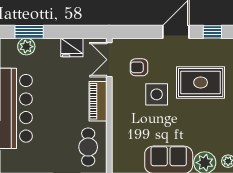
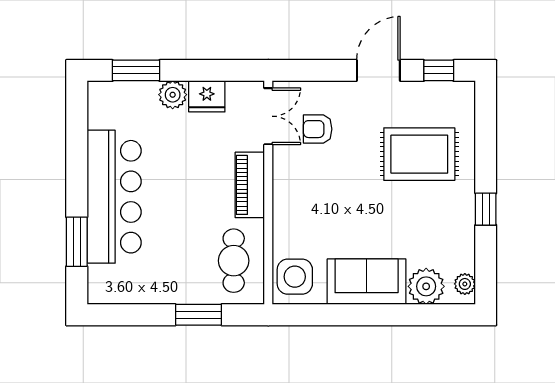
plant: (26, 47) -> (173, 95), moved
double door: (109, 60) -> (268, 116), swing flipped
side table: (157, 94) -> (295, 277), moved

